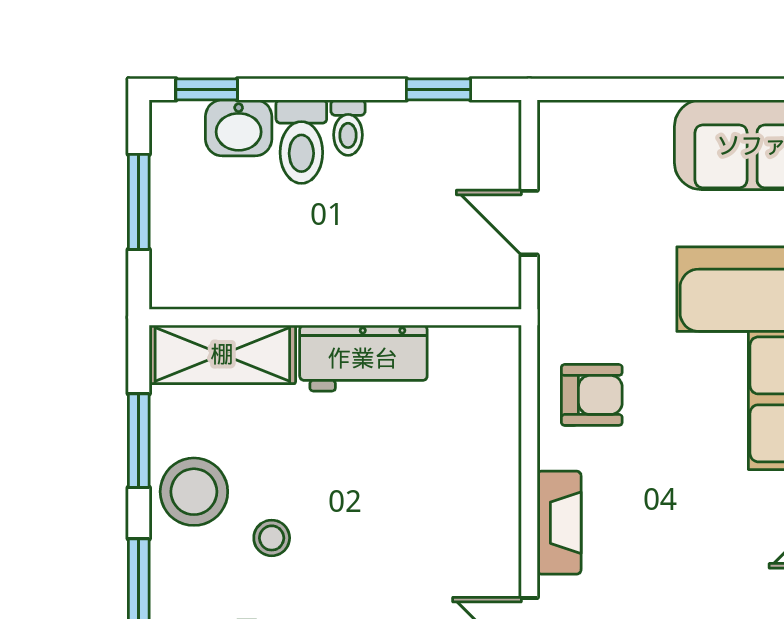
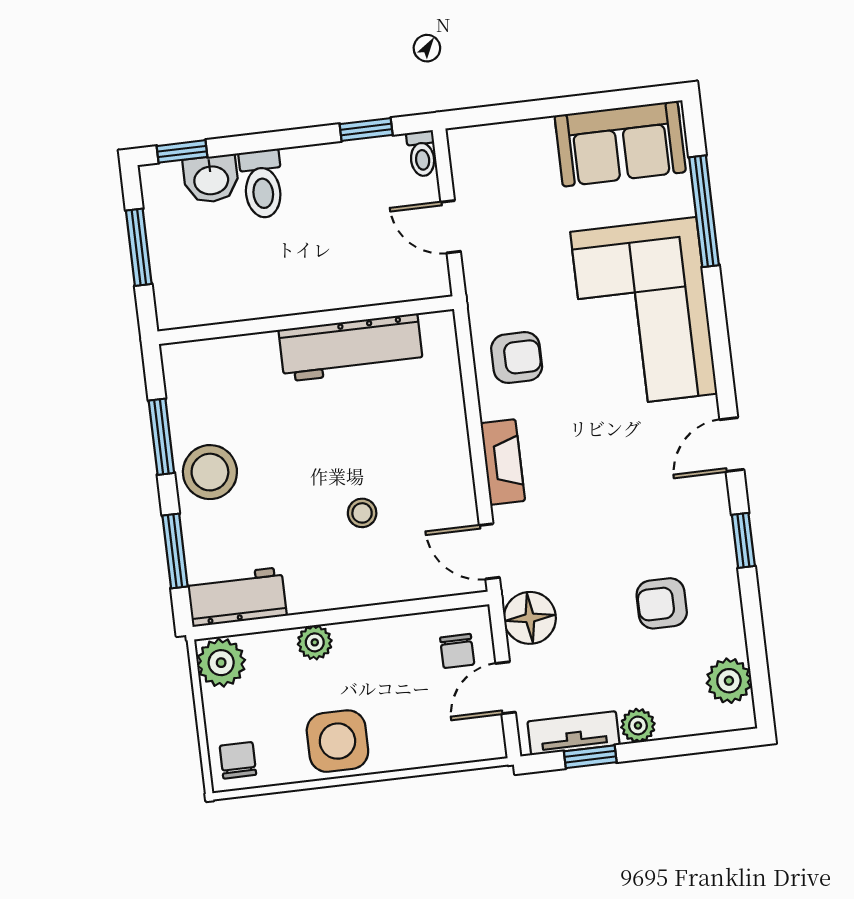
toilet: (348, 128) -> (422, 154), moved
shelving: (222, 354) -> (220, 360), removed
workbench: (363, 358) -> (351, 348), width x1.37
stool: (272, 538) -> (362, 513), moved

